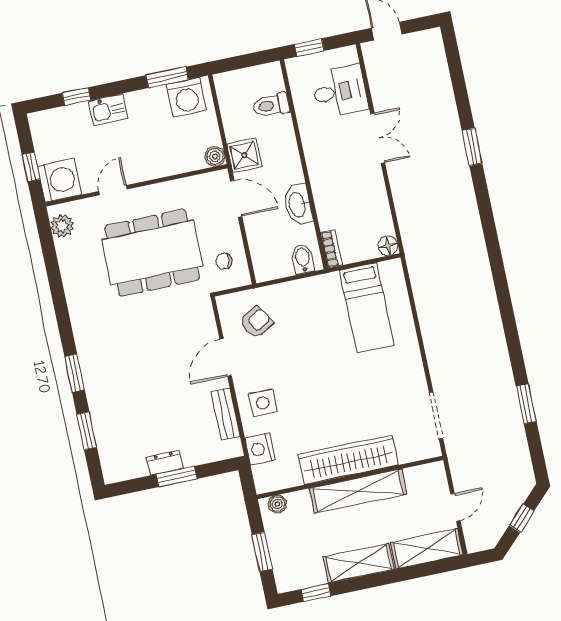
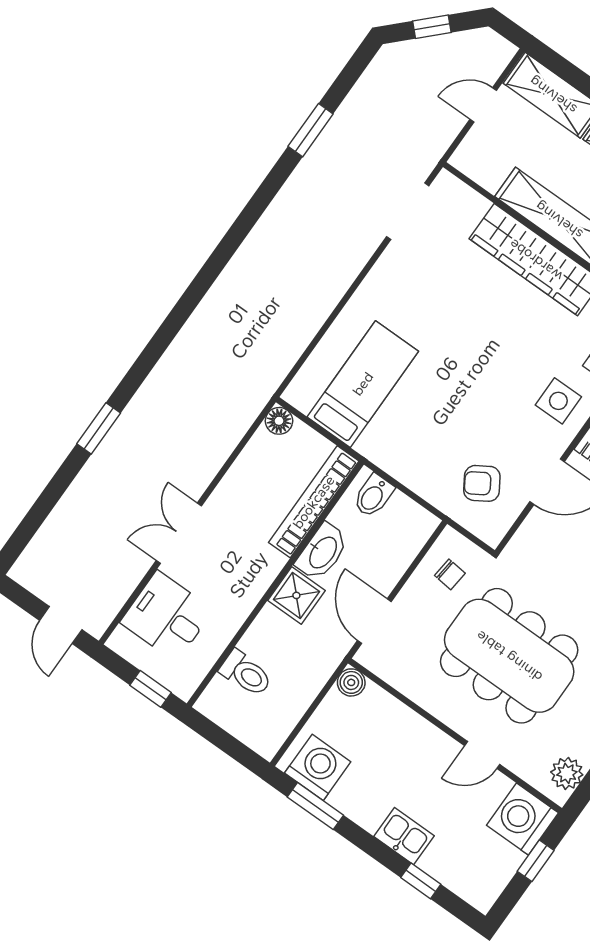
shower: (244, 155) -> (296, 595), moved
bookcase: (331, 249) -> (314, 502), width x2.31, depth x1.31

